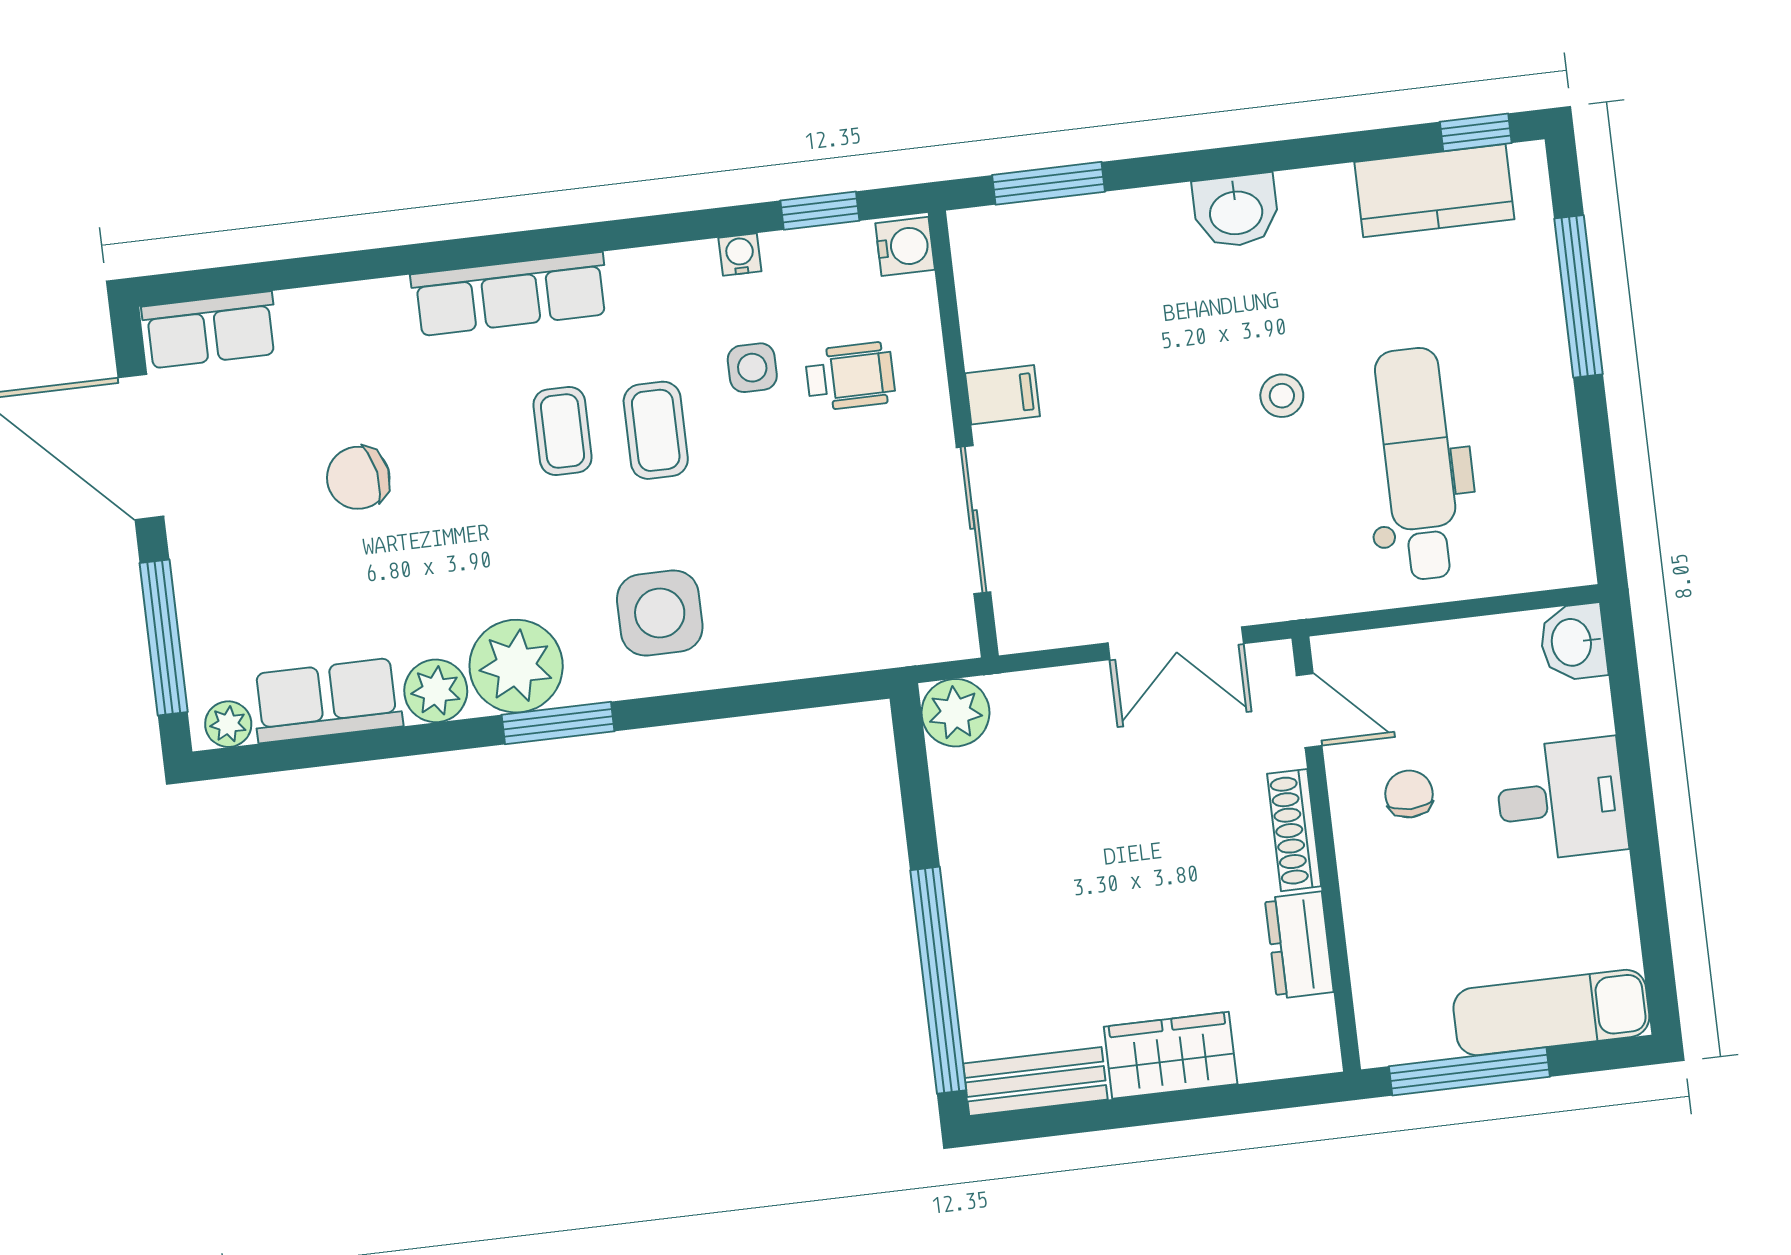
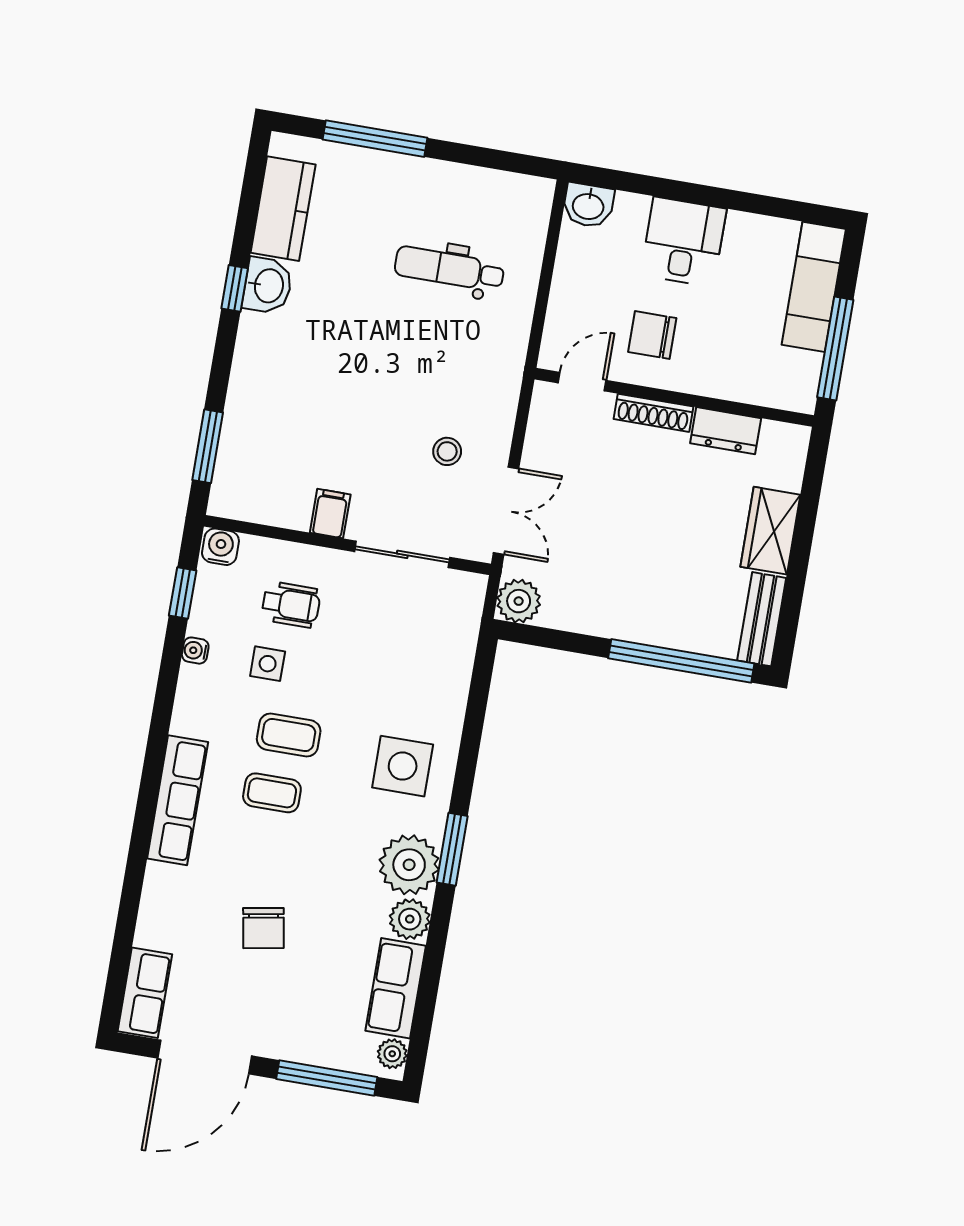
window: (1476, 132) -> (235, 288), moved
washbasin: (1236, 211) -> (268, 286), moved
wheelchair: (850, 376) -> (291, 605), turned 90
stool: (1282, 396) -> (447, 451), moved
dental chair: (1418, 464) -> (449, 269), width x0.73, depth x0.72
double door: (1176, 643) -> (506, 511), moved
chair: (1409, 794) -> (652, 335), width x1.37, depth x1.37

